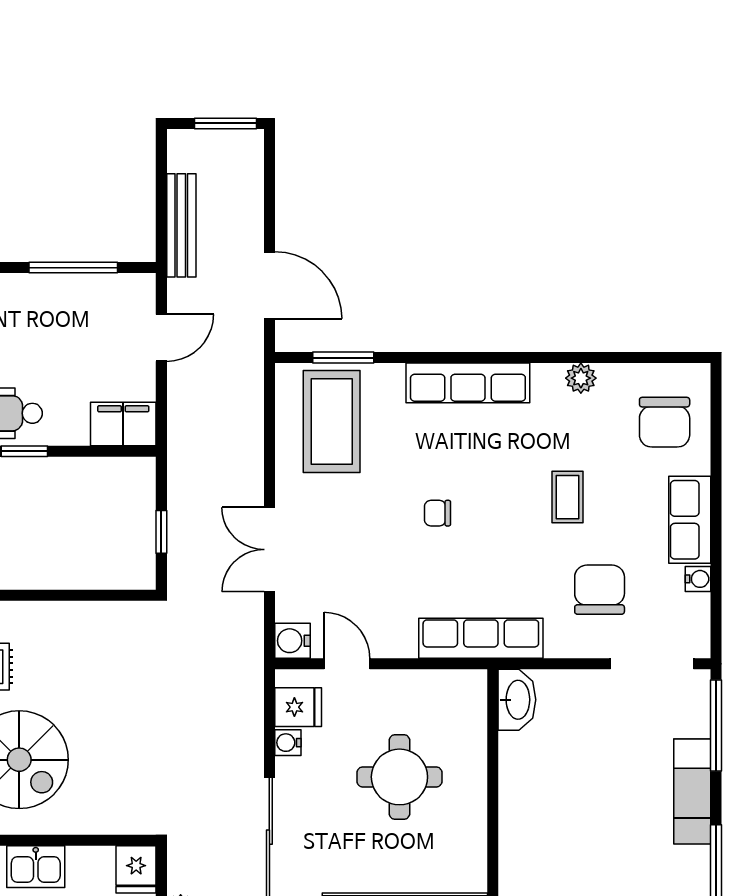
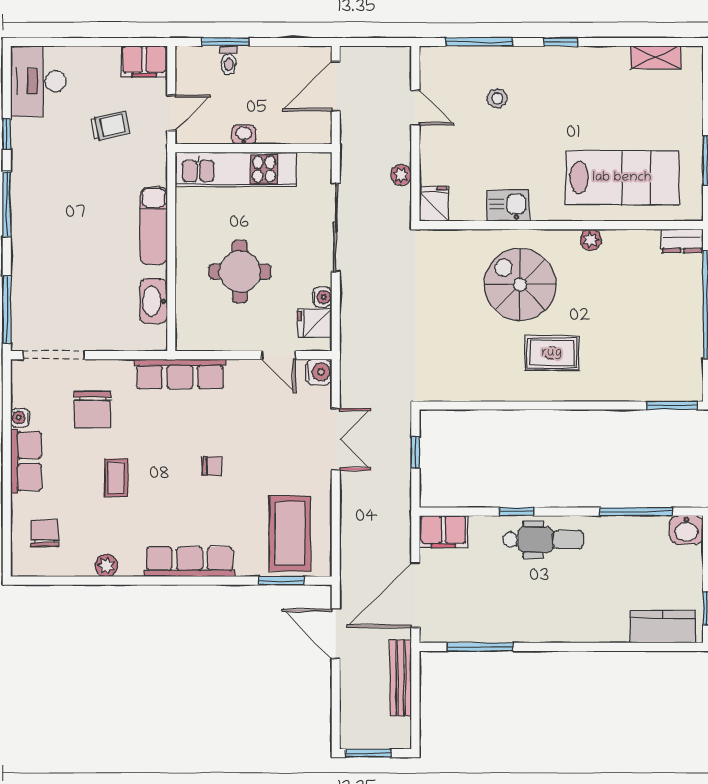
door: (161, 338) -> (415, 595), width x1.88
chair: (665, 422) -> (45, 533), width x0.73, depth x0.73
washbasin: (517, 700) -> (154, 301), moved
exam couch: (692, 792) -> (154, 226), moved, turned 180

